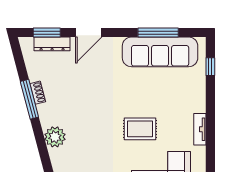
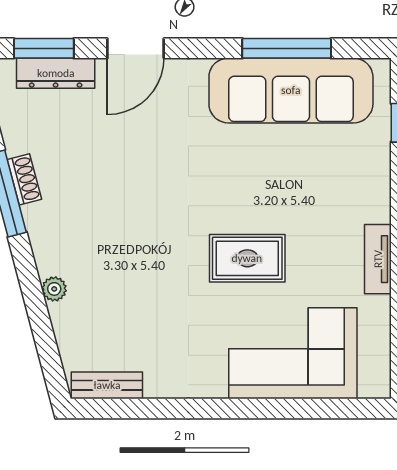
plant: (55, 137) -> (54, 289), width x0.53, depth x0.53

